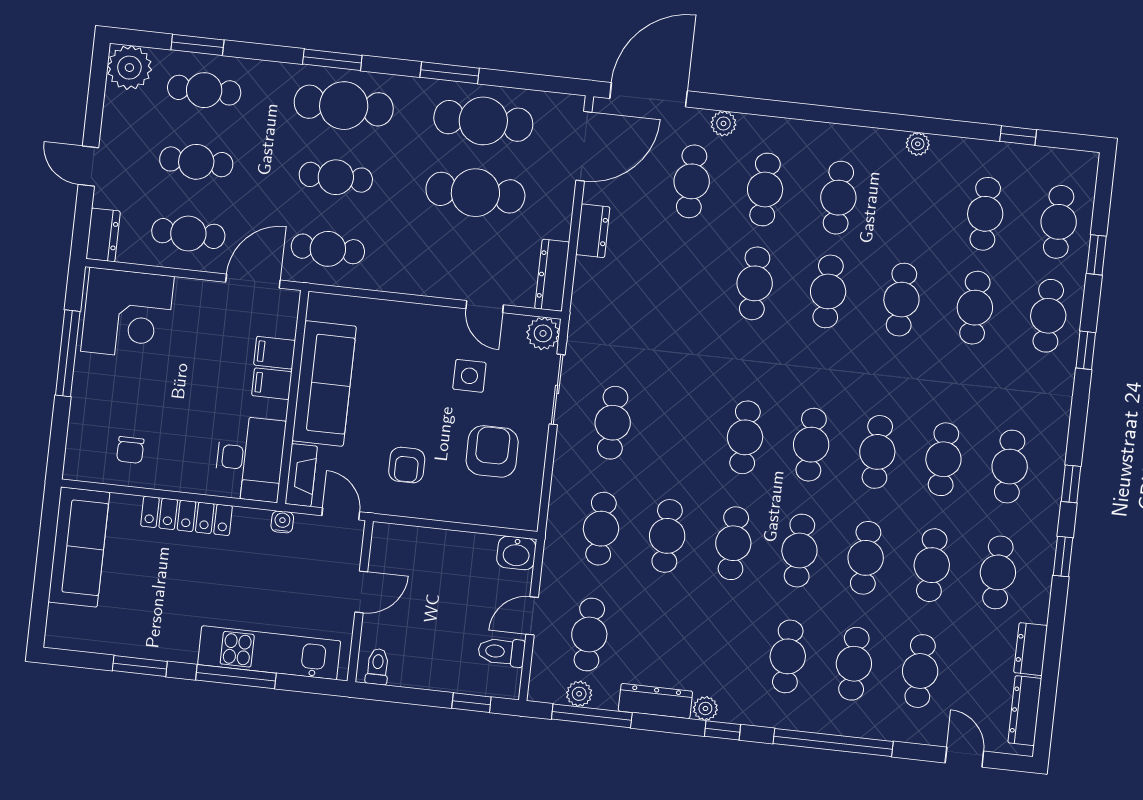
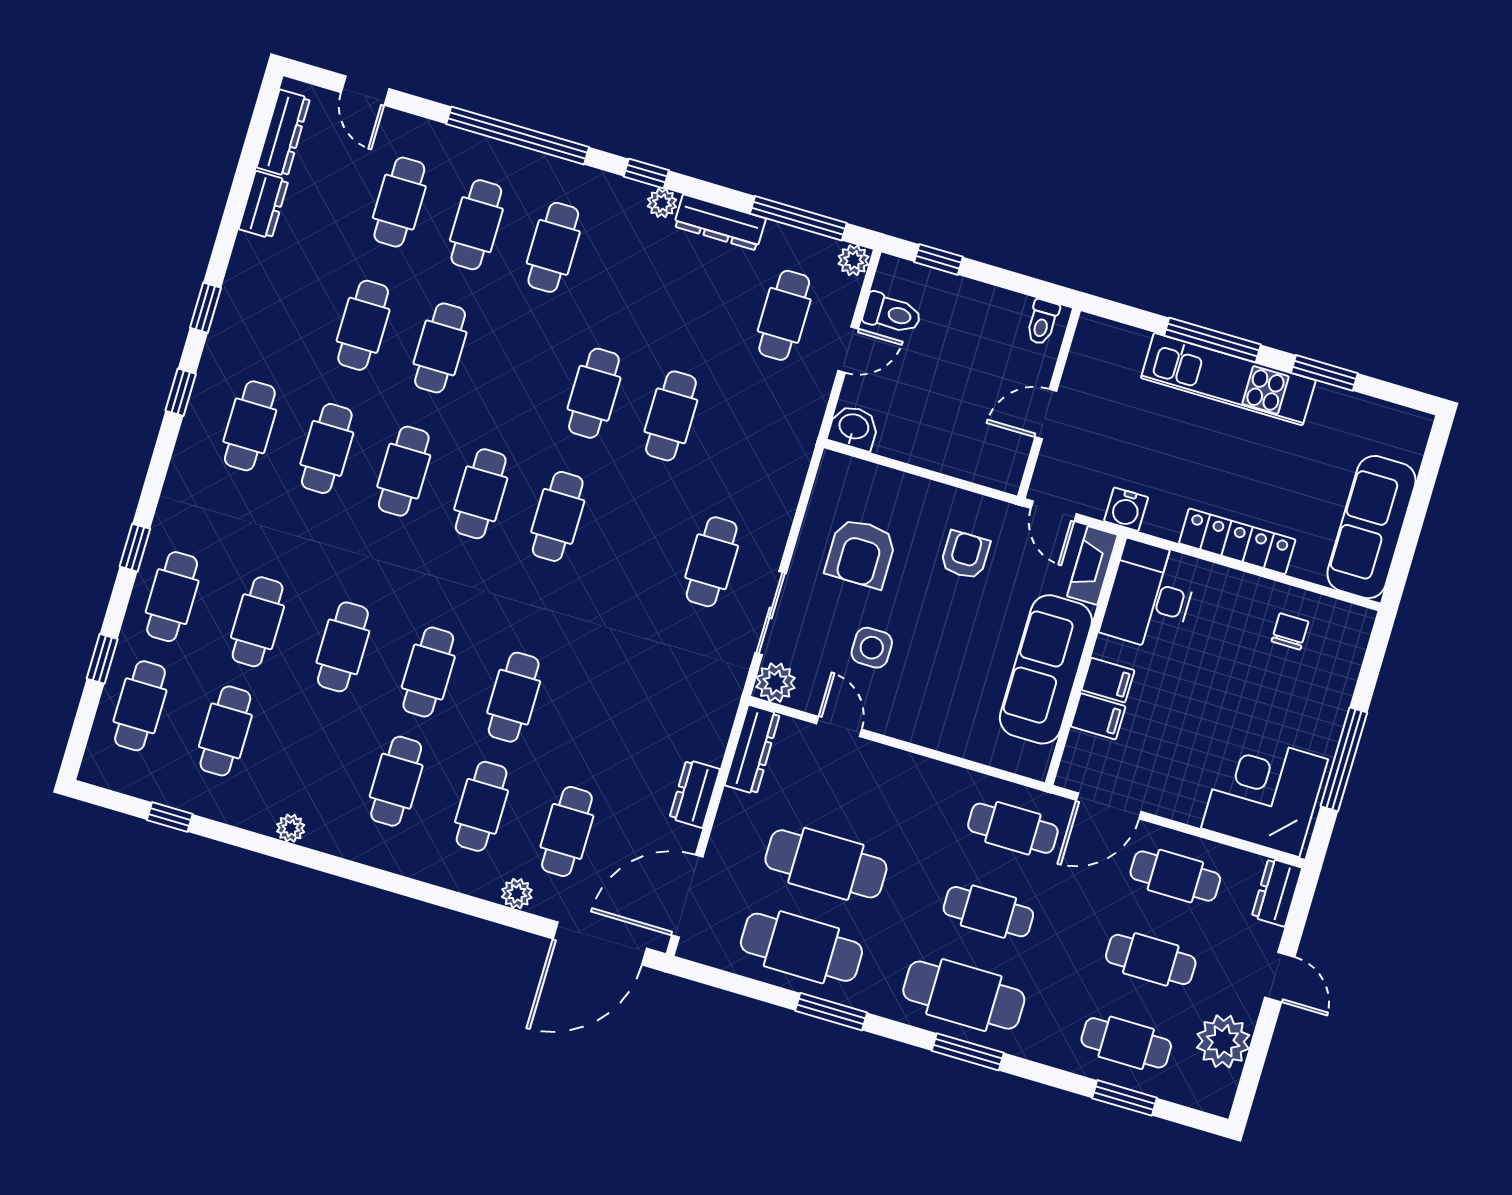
plant: (129, 68) -> (1223, 1041), moved
water cooler: (282, 522) -> (1126, 509), width x1.38, depth x1.38
cafe table: (601, 529) -> (748, 439), removed
cafe table: (799, 551) -> (517, 371), removed
cafe table: (998, 572) -> (286, 303), removed
kitchen unit: (269, 653) -> (1228, 379), moved
plant: (579, 694) -> (854, 260), moved

